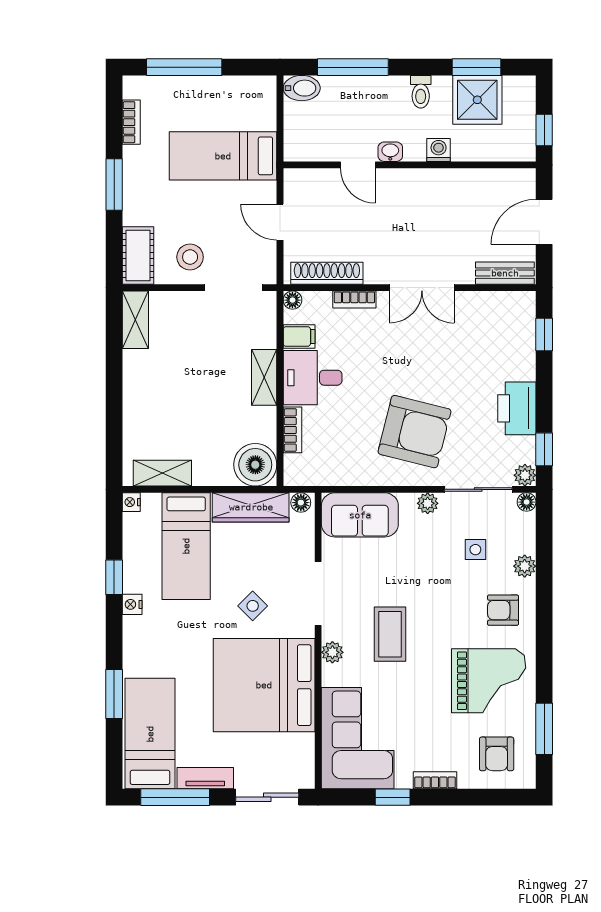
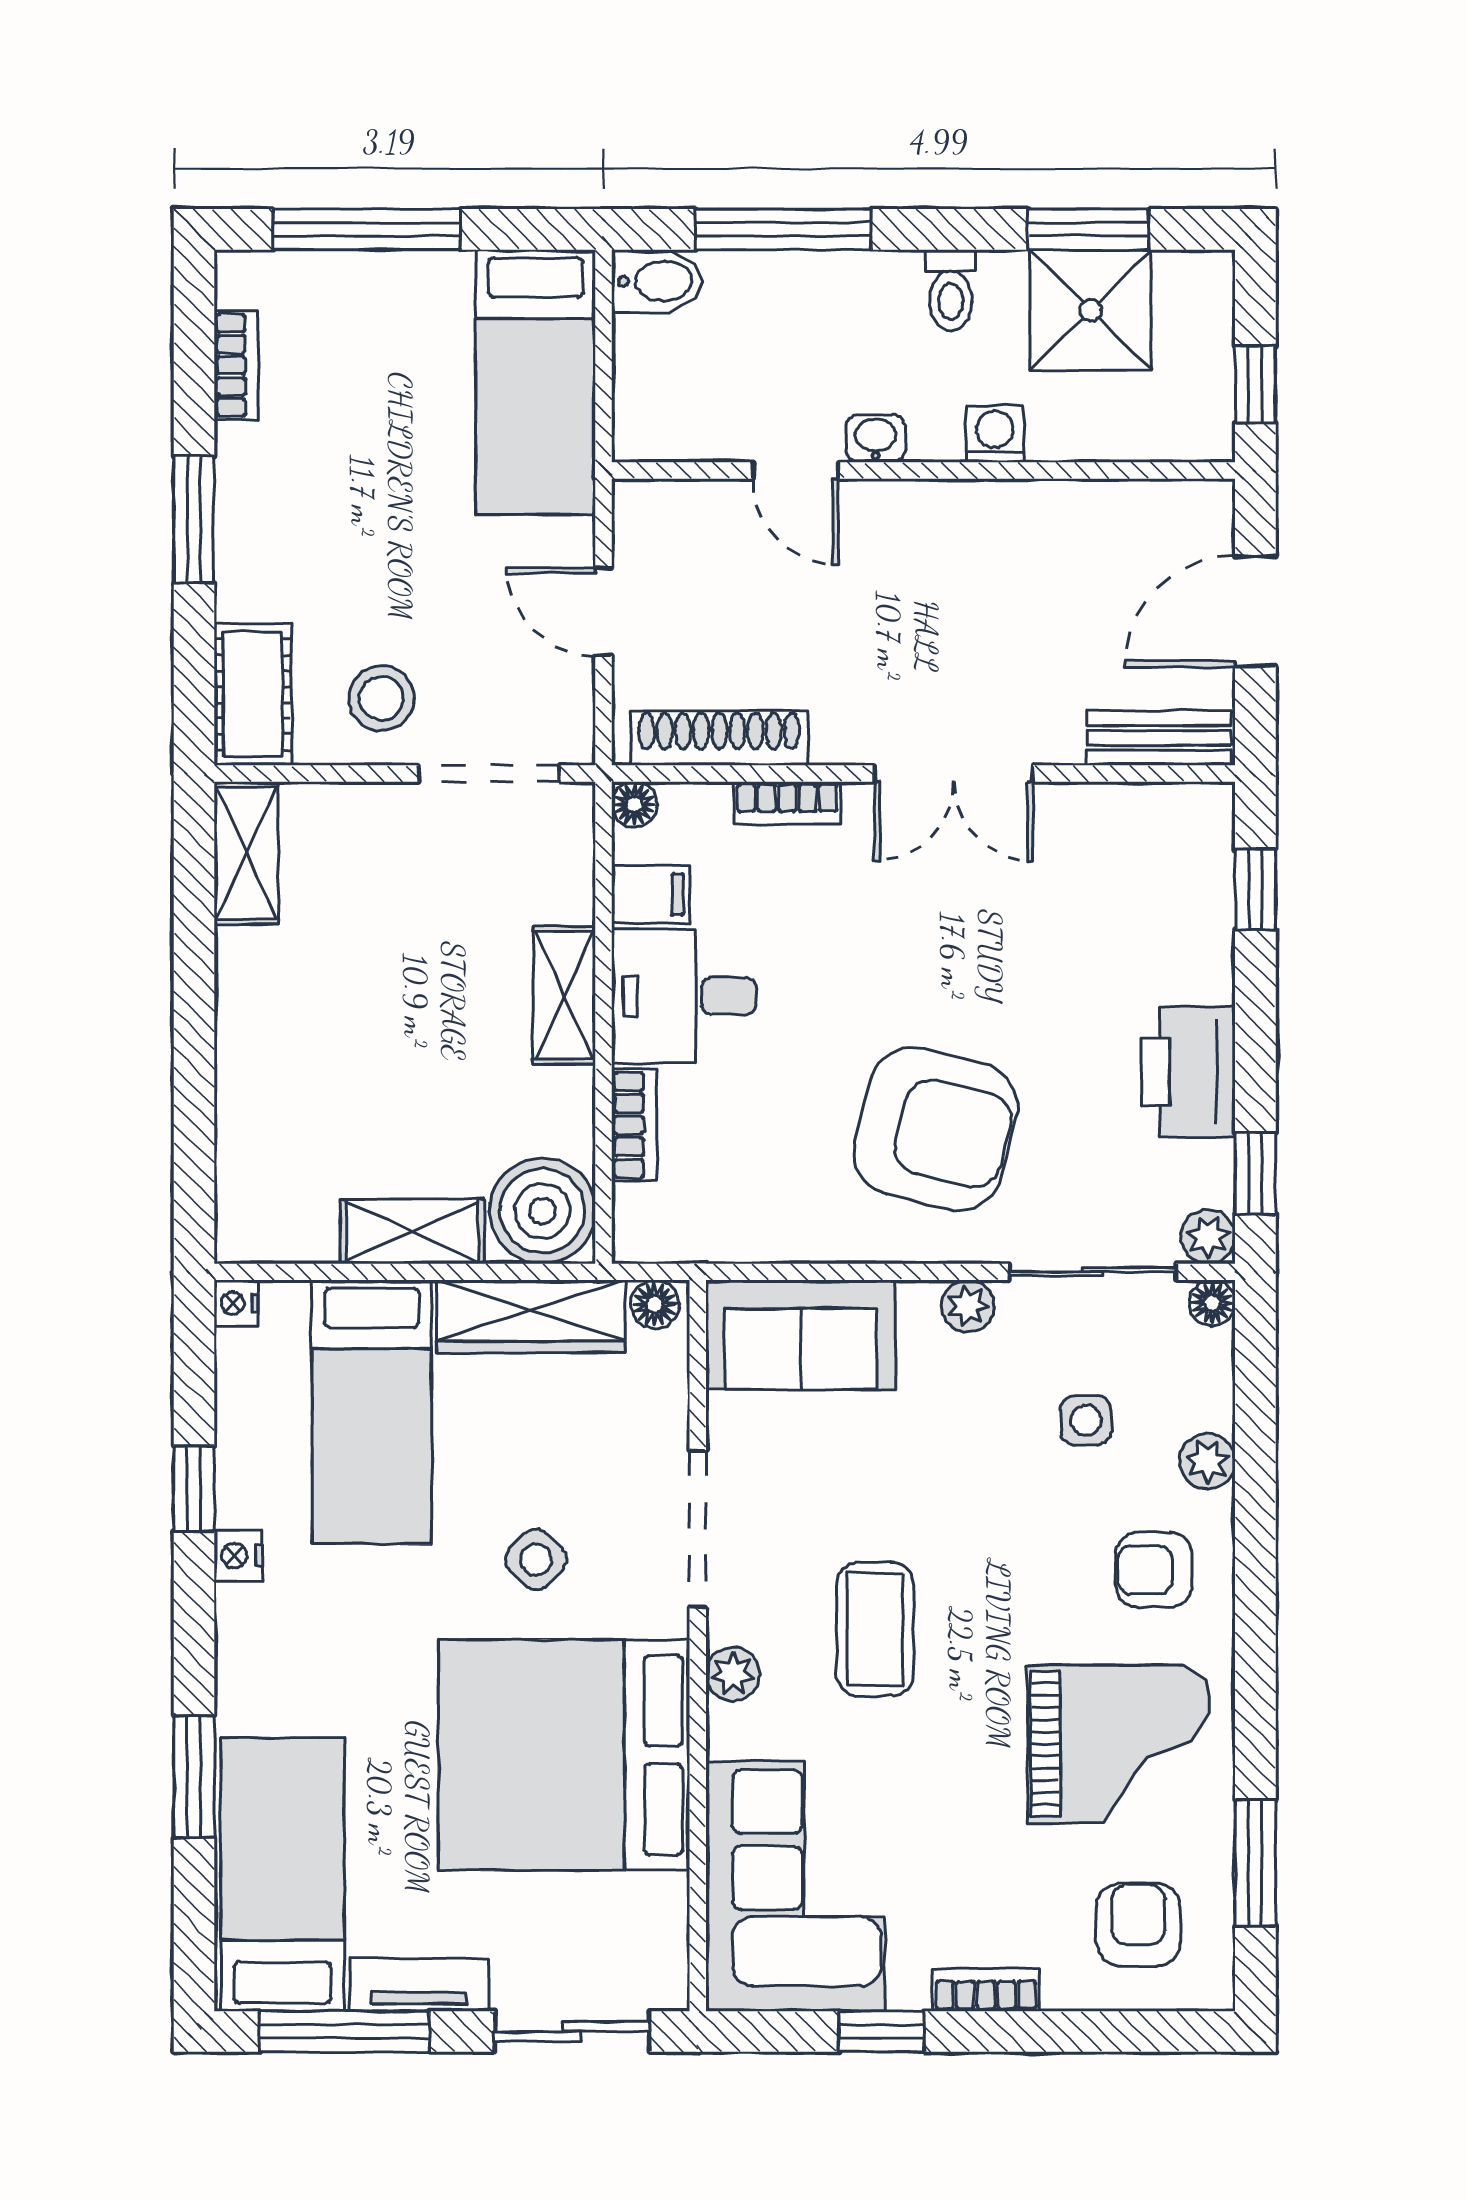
bed: (223, 156) -> (536, 382), moved, turned -90
shelving: (162, 473) -> (412, 1232), moved
armchair: (497, 754) -> (1138, 1925), turned 180

